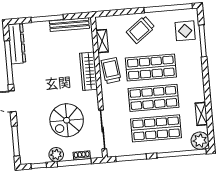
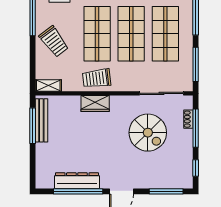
window: (47, 19) -> (33, 126), moved
shelving: (102, 41) -> (48, 85), moved
dresser: (17, 44) -> (77, 181), moved
wardrobe: (88, 71) -> (95, 104), width x0.67
plant: (56, 155) -> (185, 148), removed

